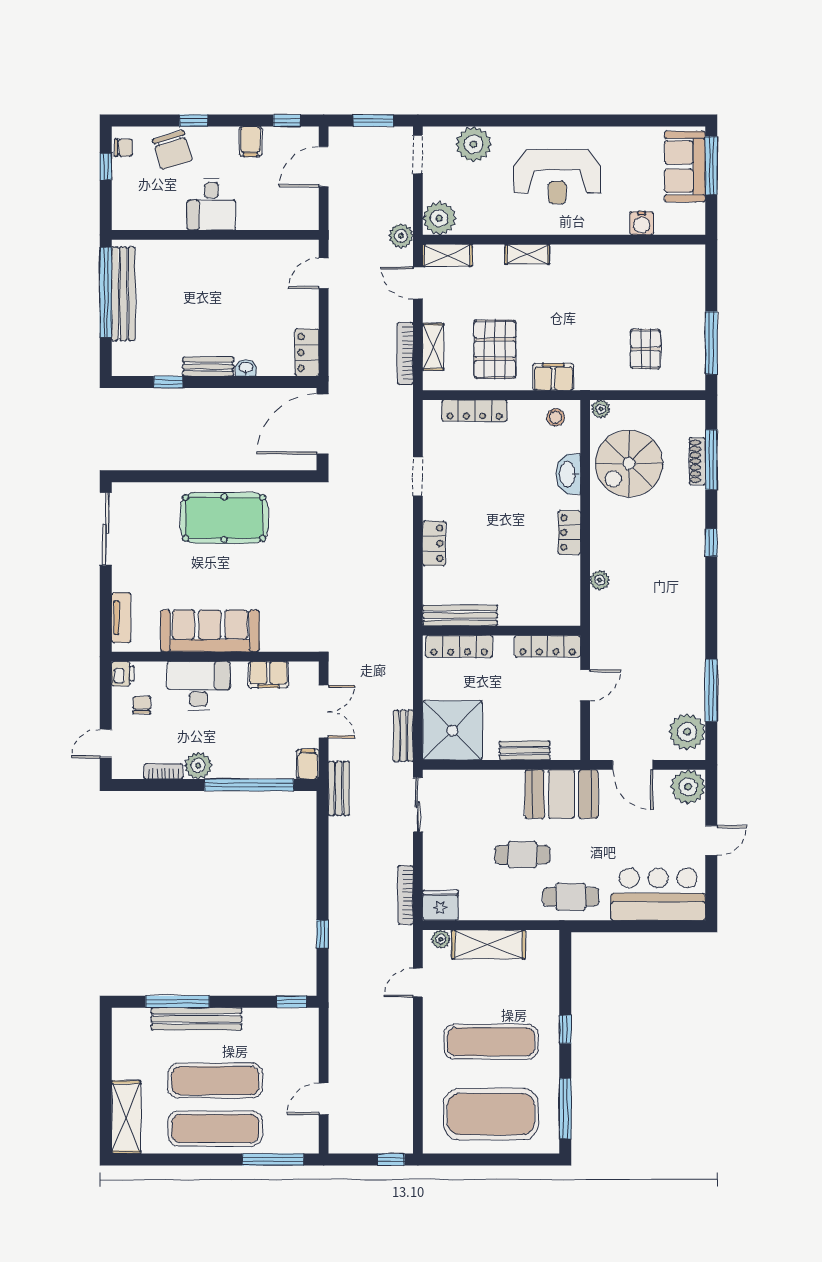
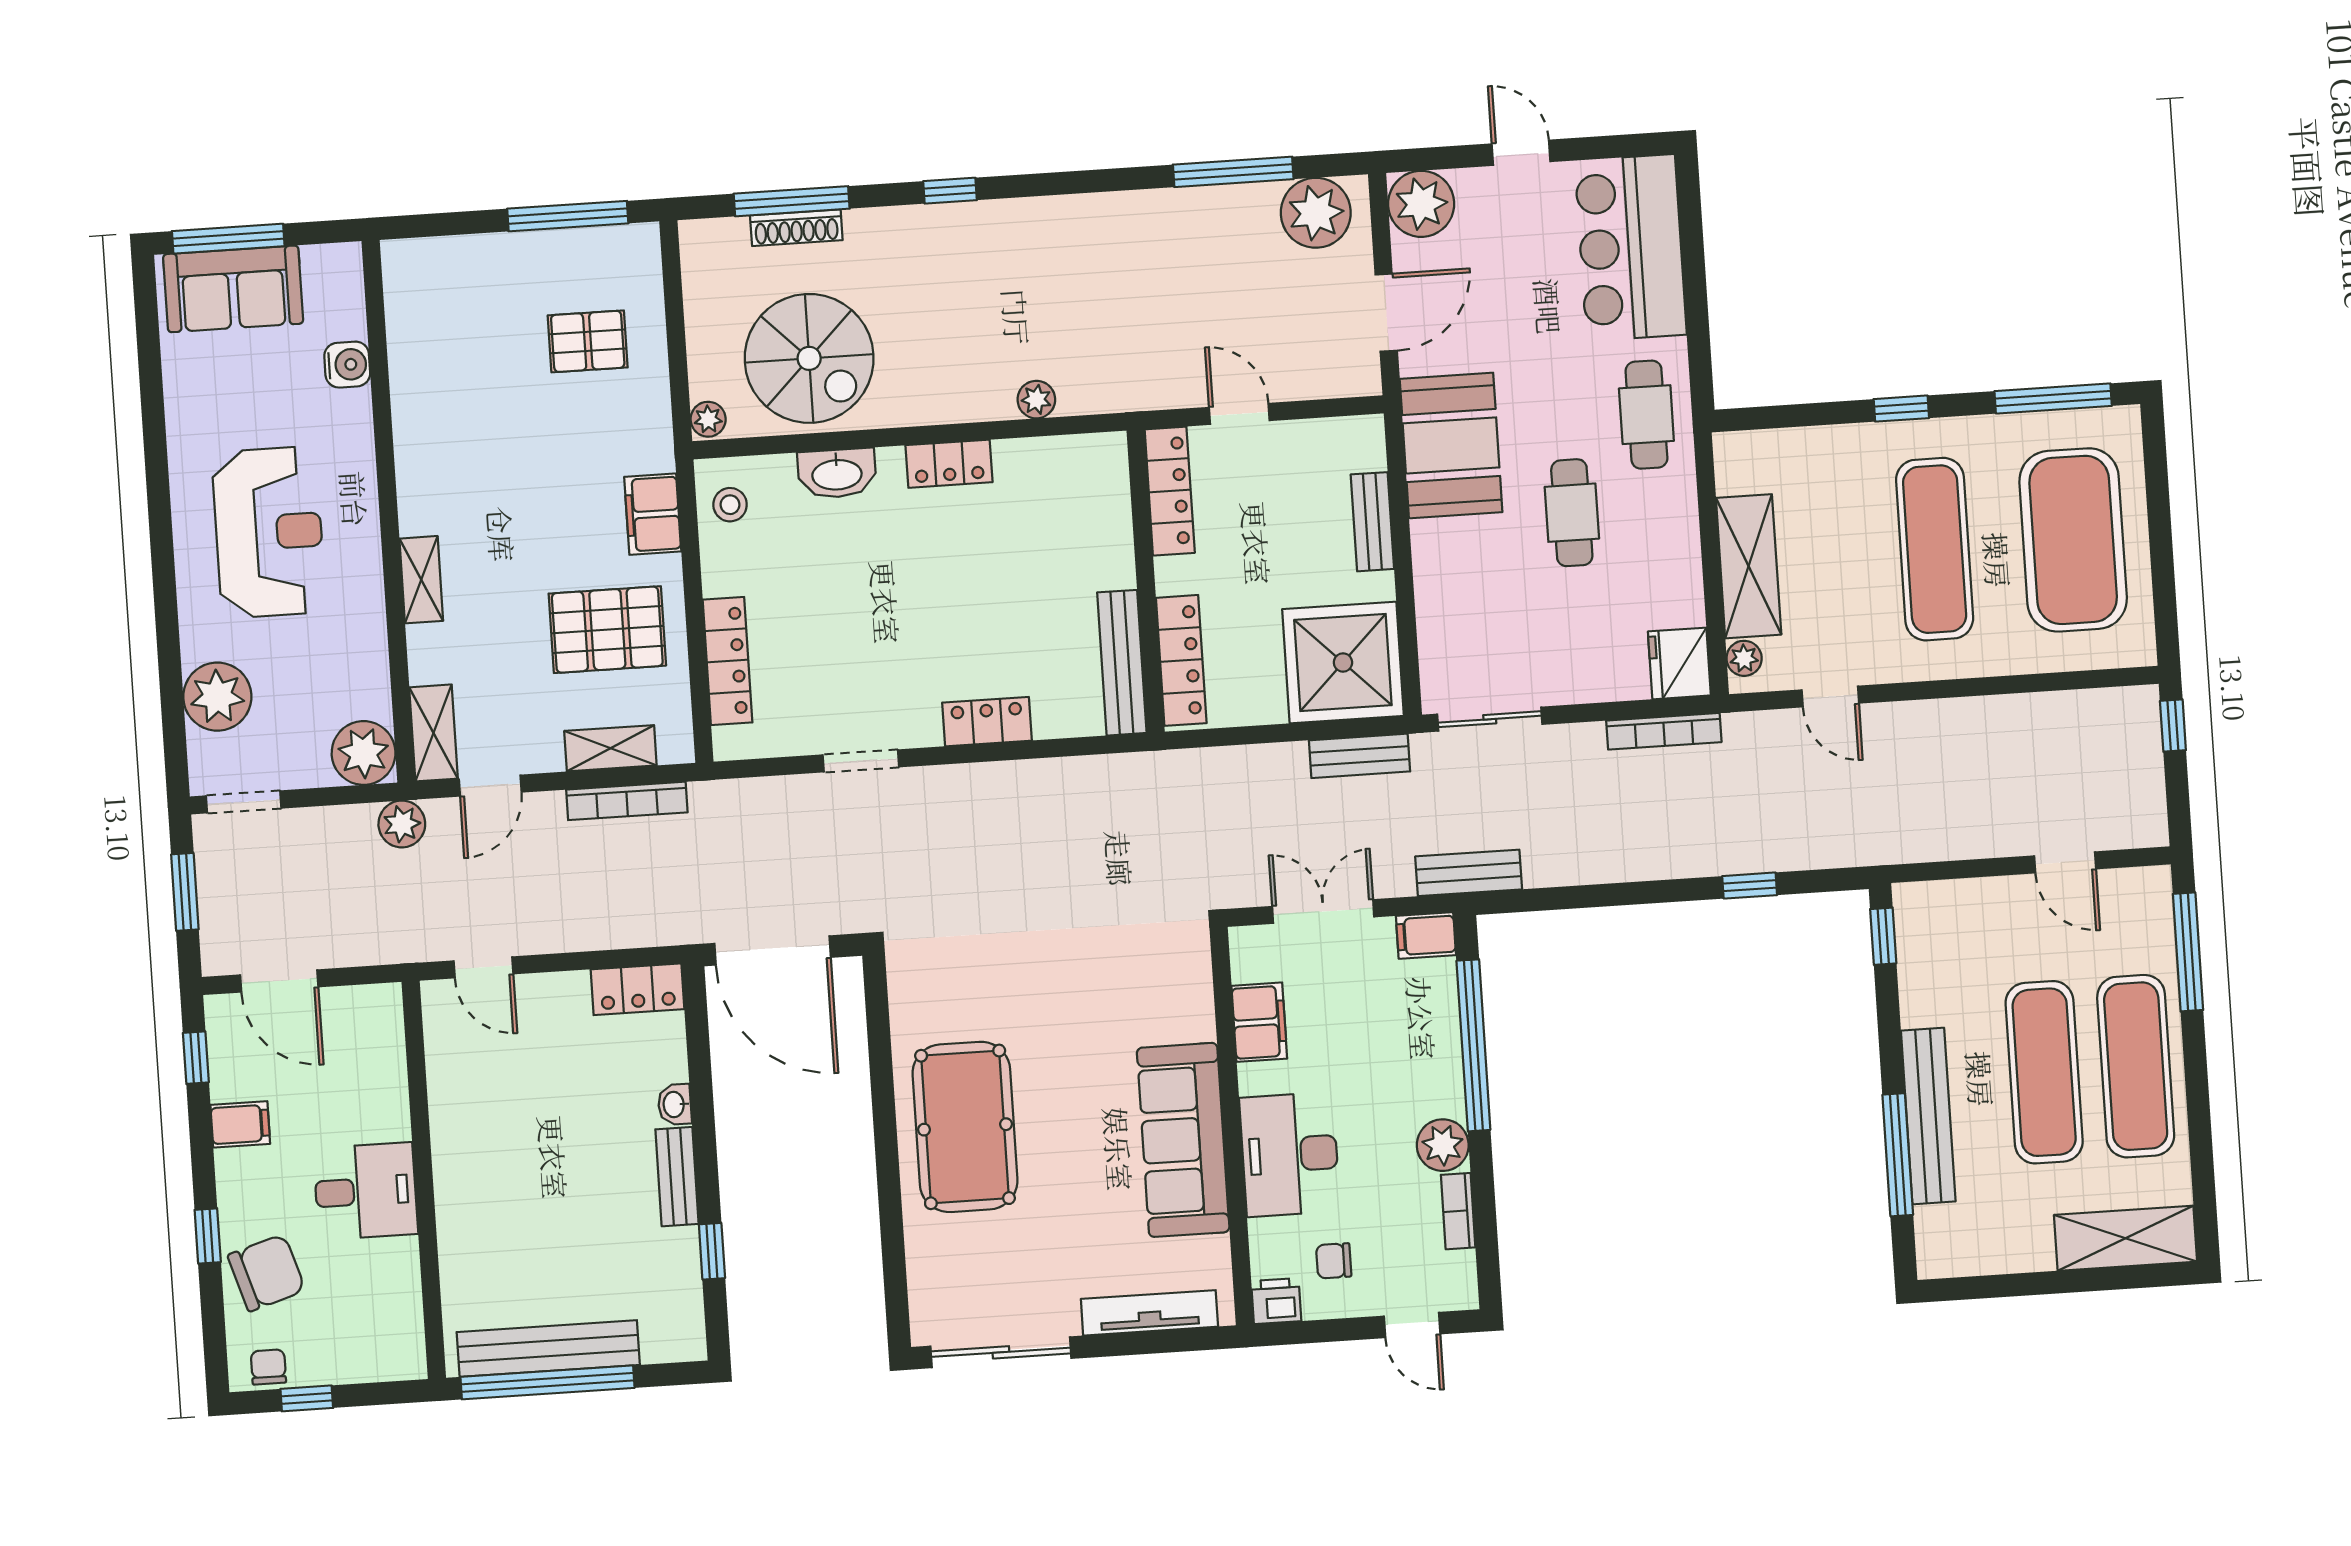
tv unit: (121, 618) -> (1149, 1313), width x1.41

